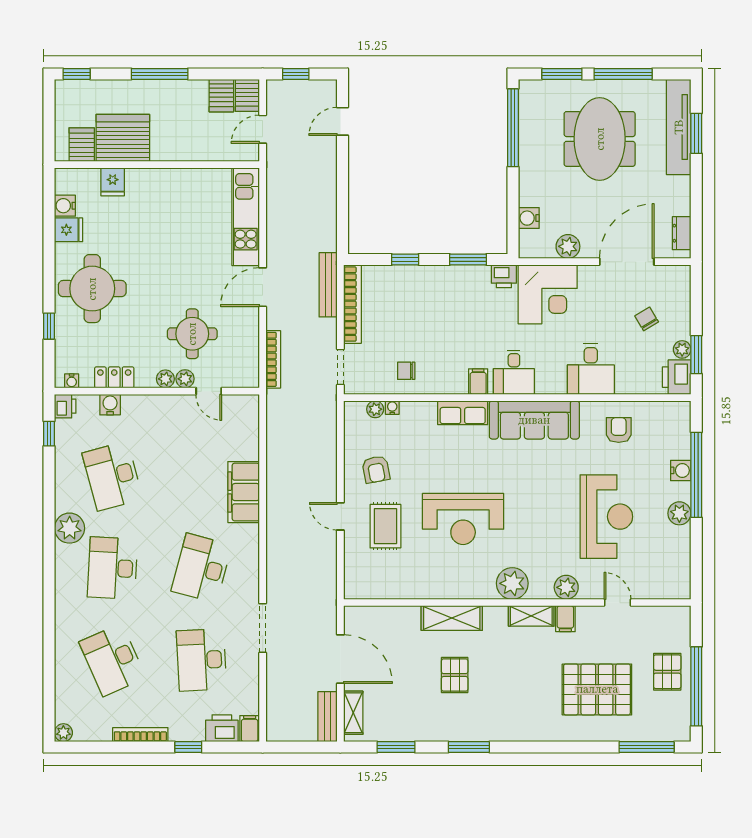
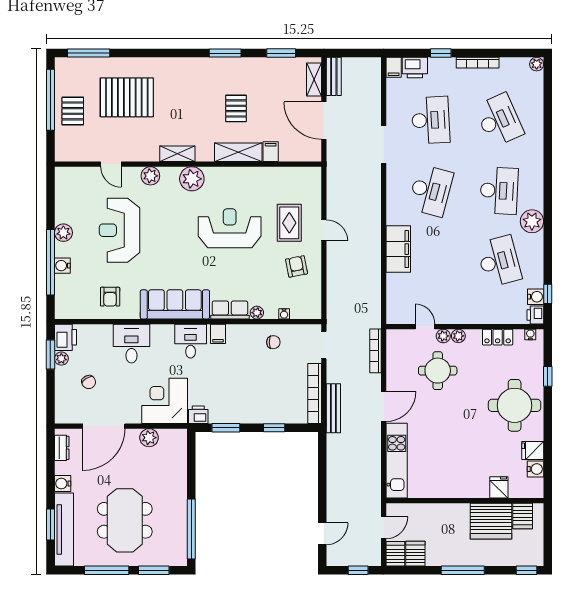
water cooler: (529, 218) -> (63, 484), moved, turned 180
water cooler: (110, 405) -> (536, 297), moved, turned -90
plant: (375, 409) -> (257, 313), moved
filing cabinet: (565, 619) -> (271, 152), moved

